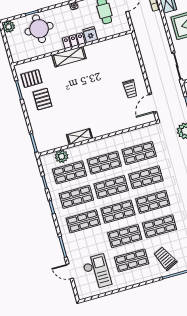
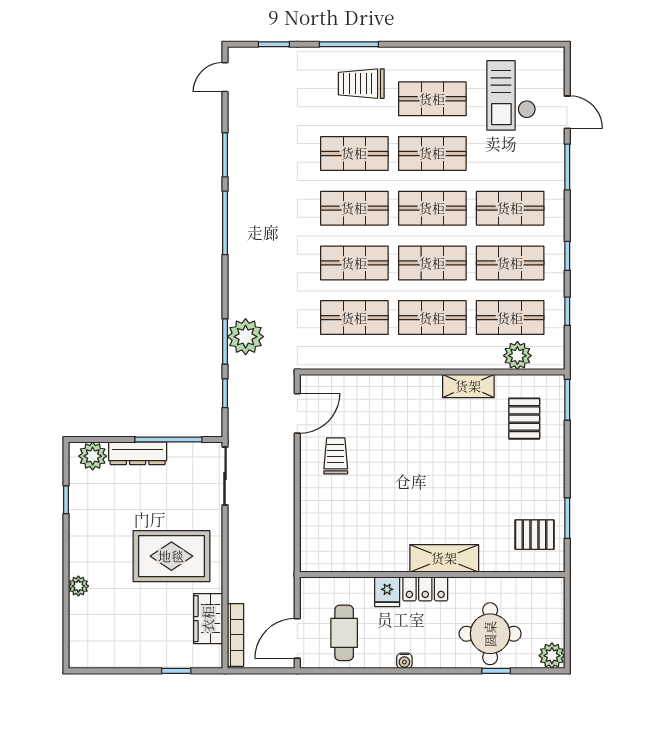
pallet: (43, 99) -> (524, 419), moved
trolley: (165, 258) -> (361, 84), turned 116

